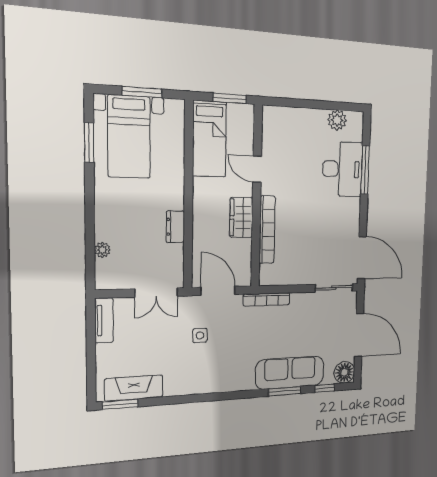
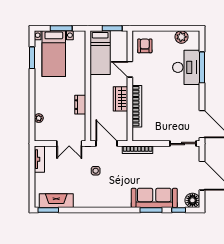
armchair: (281, 131) -> (145, 46), added

